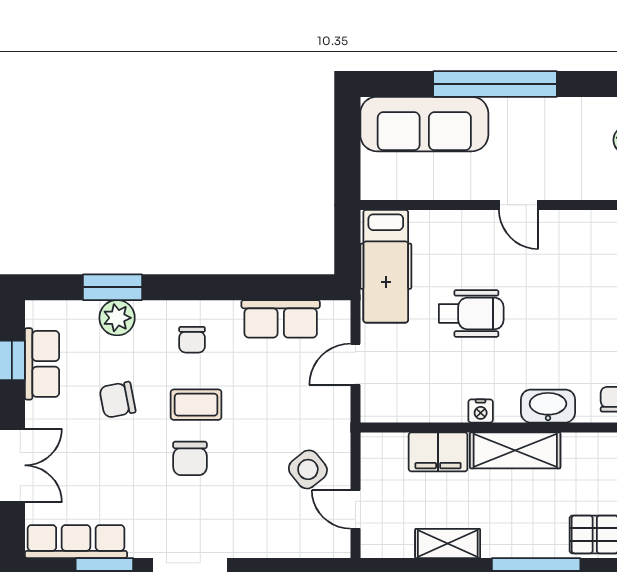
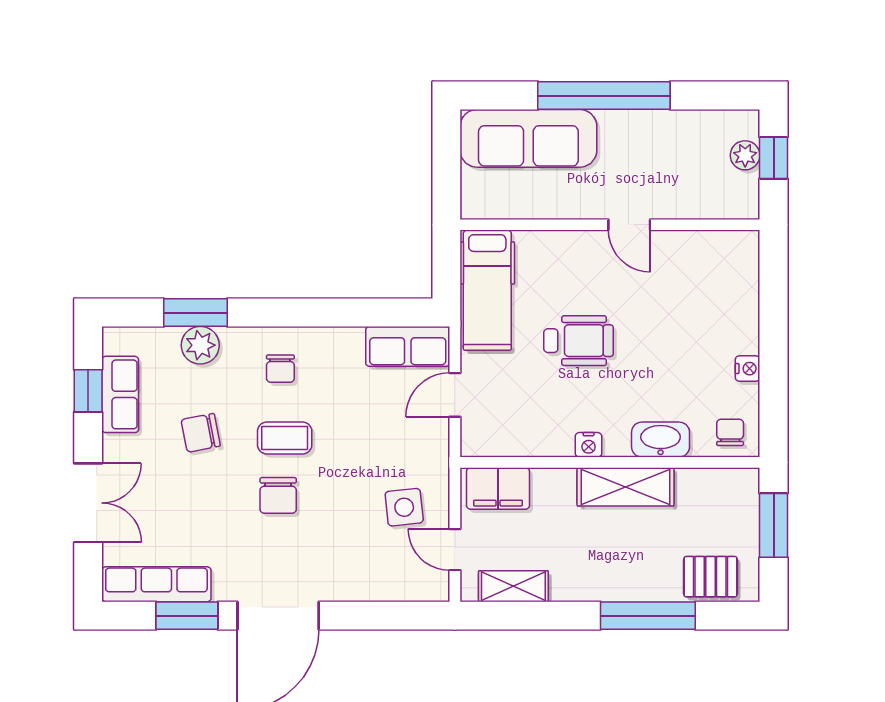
row of seats: (281, 319) -> (408, 346), moved
filing cabinet: (438, 452) -> (498, 488), moved
side table: (308, 469) -> (404, 507), turned 33
shelving: (448, 543) -> (513, 586), moved

